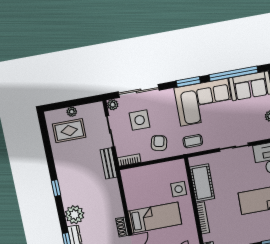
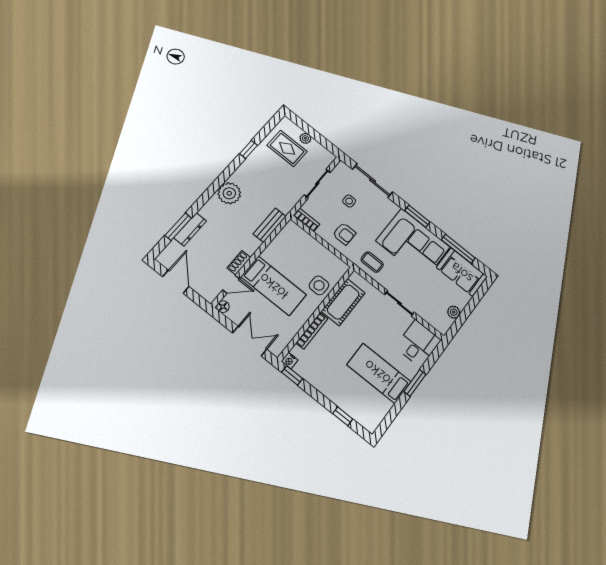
window: (234, 74) -> (458, 249), width x0.68
plant: (113, 105) -> (342, 168), removed
side table: (140, 120) -> (349, 201), width x0.54, depth x0.54
armchair: (159, 143) -> (344, 234), turned 78
bench: (109, 163) -> (270, 225), moved
window: (56, 188) -> (249, 149), moved
plant: (75, 215) -> (229, 193), moved

